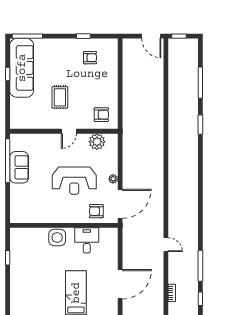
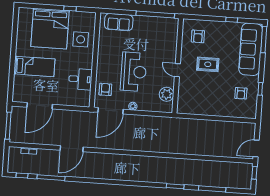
sofa: (22, 68) -> (251, 49), moved, turned 90
armchair: (101, 115) -> (198, 36), moved
sofa: (19, 167) -> (119, 22), moved
reception desk: (74, 181) -> (134, 72), turned 180
door: (120, 204) -> (110, 111), hinge flipped
side table: (57, 238) -> (81, 39), moved
door: (166, 245) -> (72, 149), width x1.88
bed: (32, 279) -> (50, 29), added
door: (120, 284) -> (40, 106), hinge flipped

